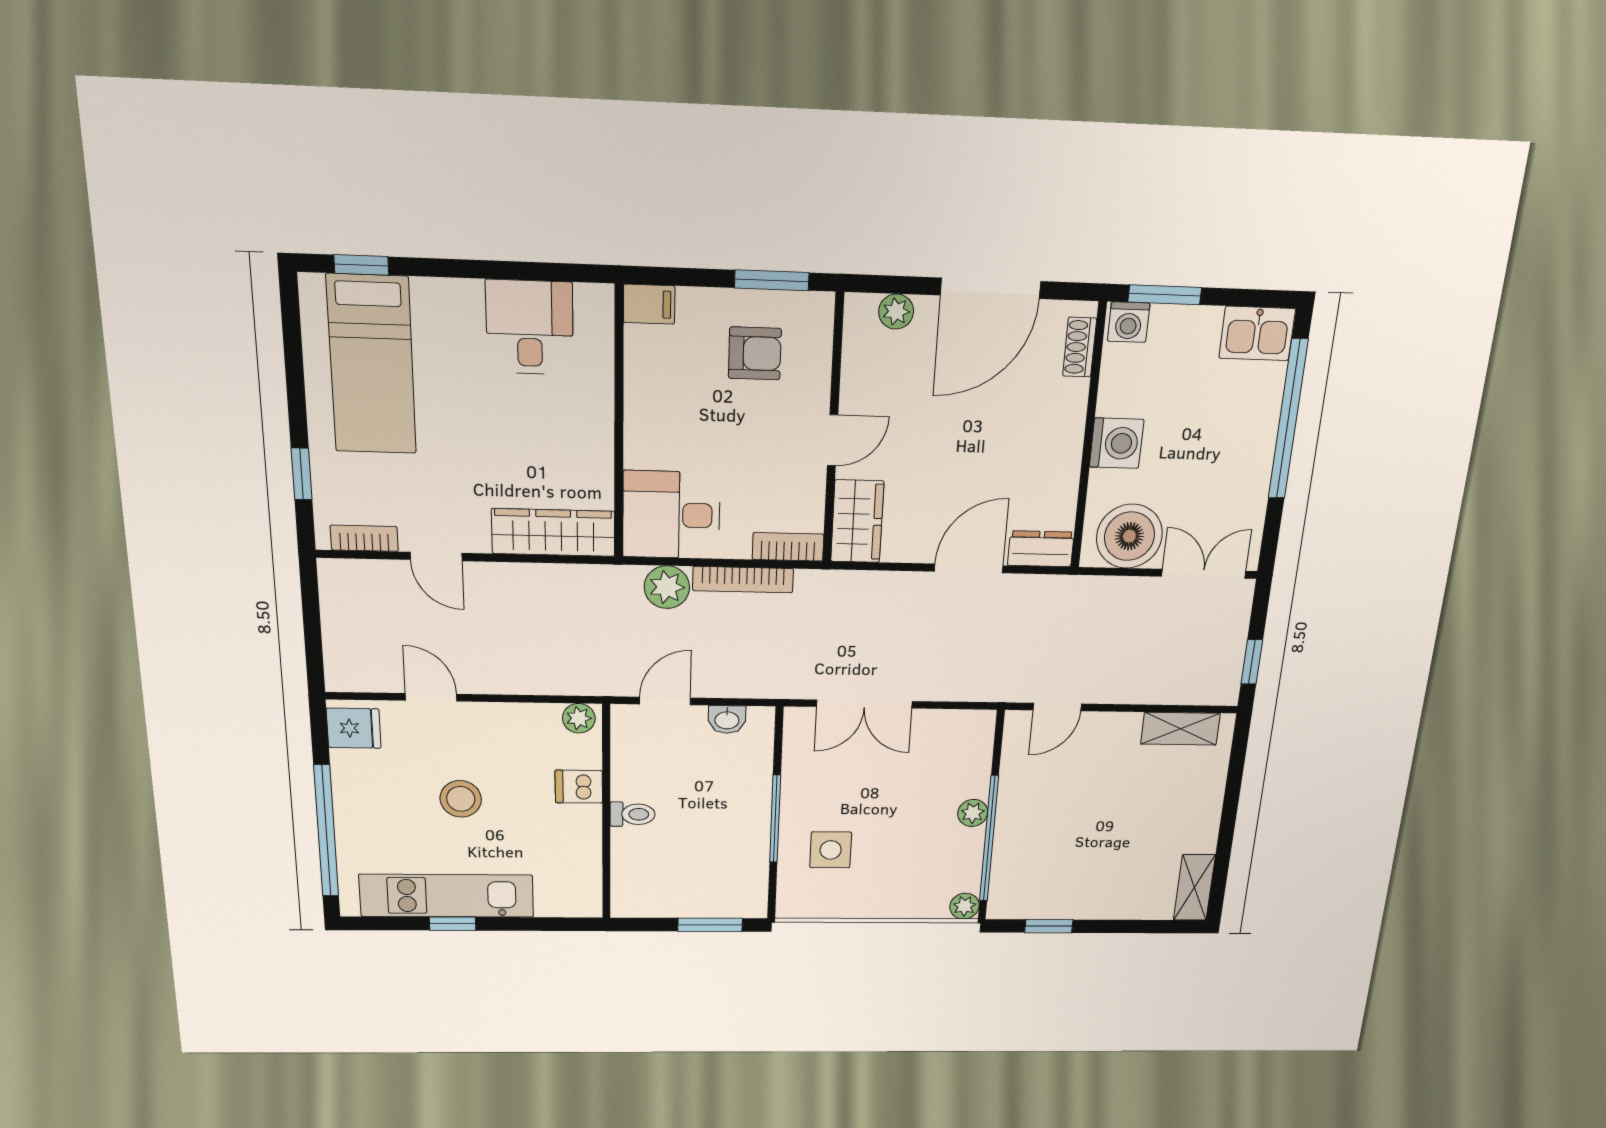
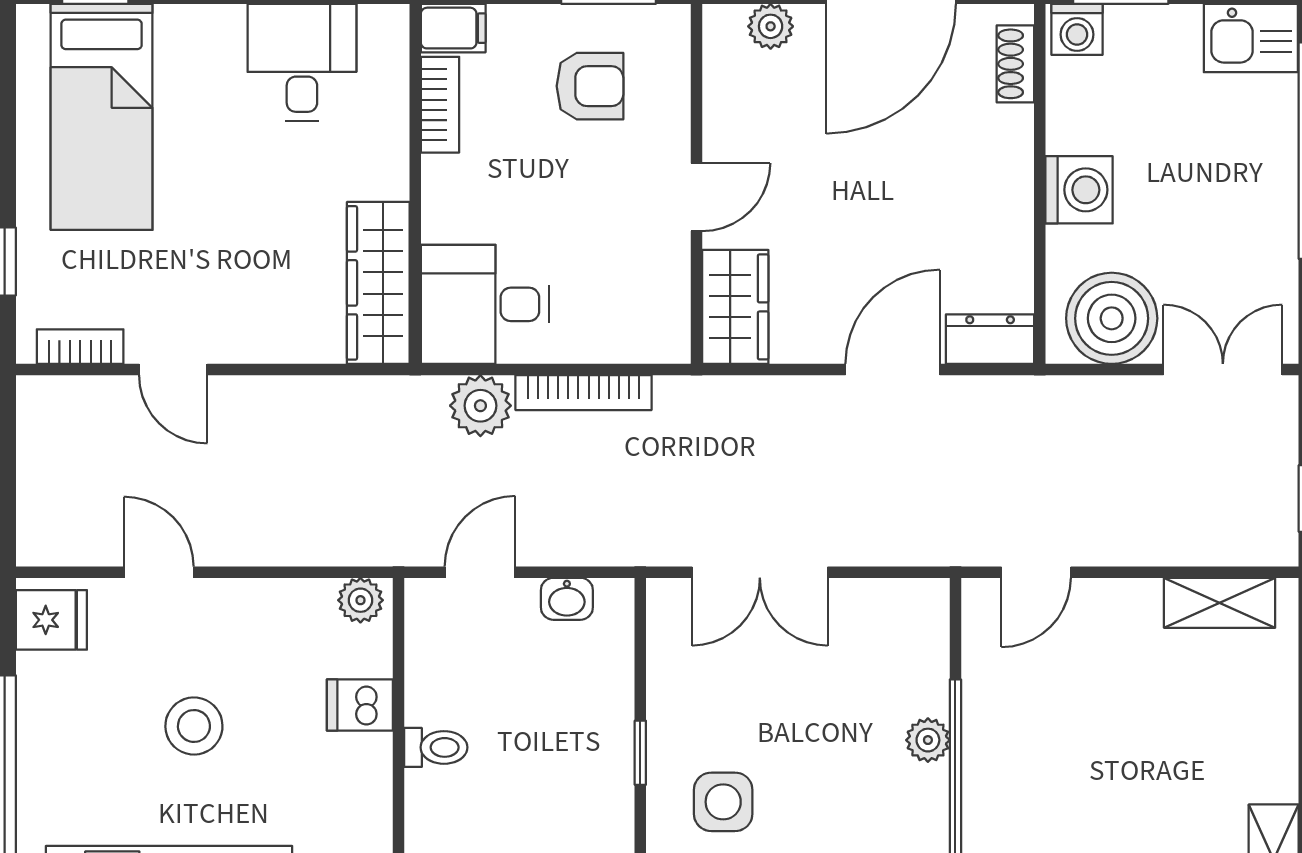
wardrobe: (553, 532) -> (378, 283), moved, turned -90
bookcase: (788, 547) -> (440, 105), moved, turned 90
window: (775, 819) -> (640, 753), width x0.46

